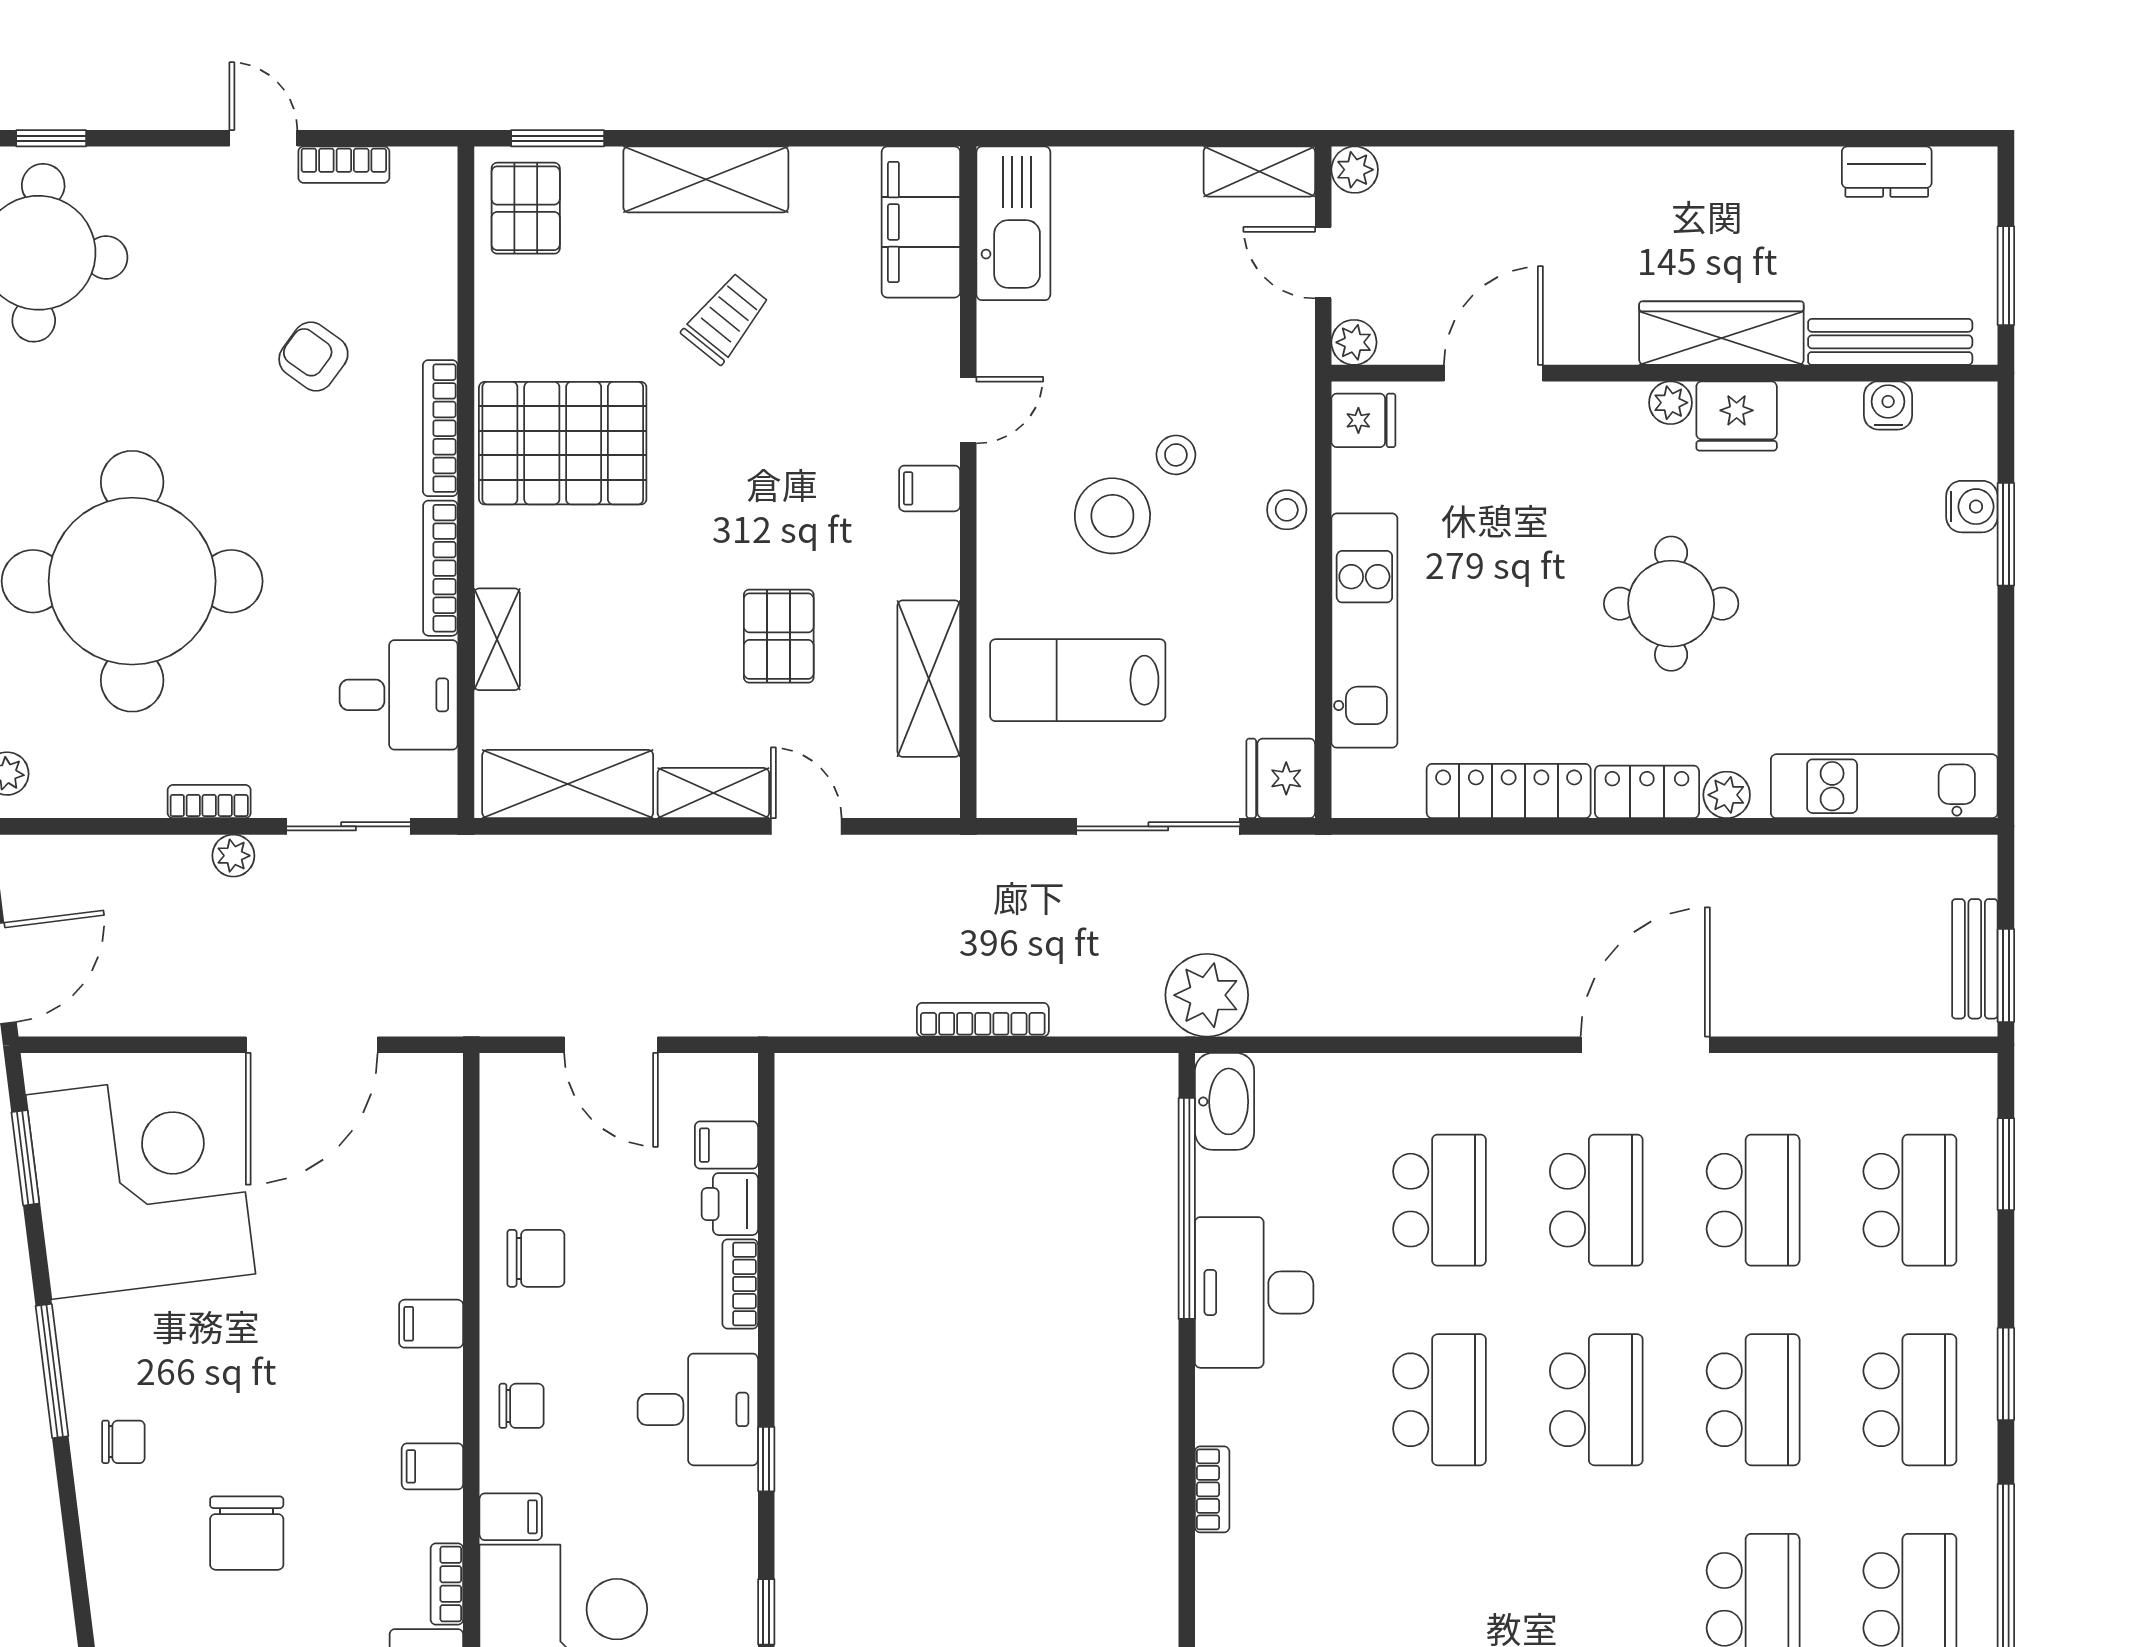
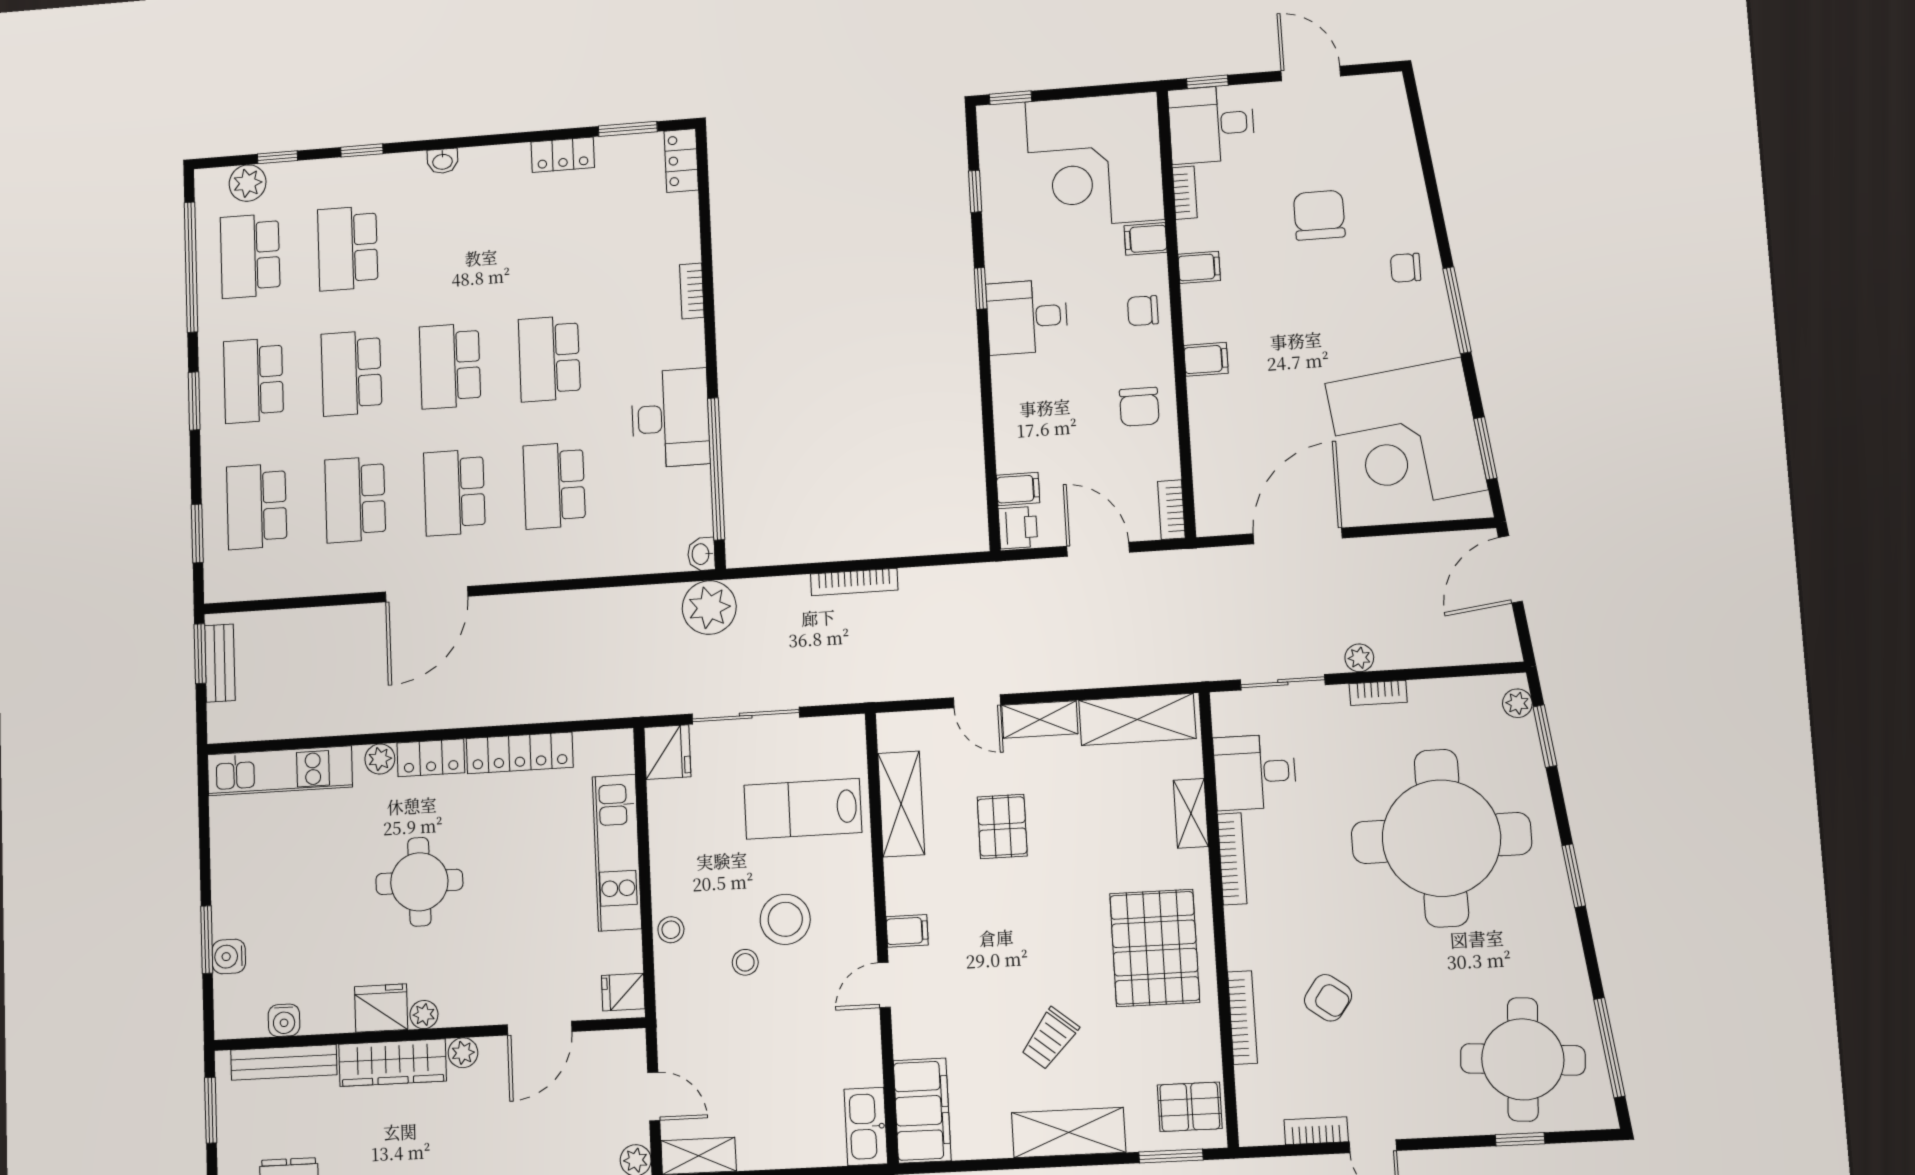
pallet: (526, 208) -> (1190, 1107), turned 90
kitchen sink: (1013, 223) -> (866, 1126), width x0.73, depth x0.81
plant: (1354, 342) -> (463, 1053), moved
bookcase: (440, 428) -> (1242, 1018), moved
pallet: (563, 443) -> (1155, 948), turned 90
lab bench: (1078, 680) -> (803, 809), turned 180
washbasin: (1225, 1101) -> (701, 554), width x0.52, depth x0.69
printer: (730, 1204) -> (1018, 528), moved
chair: (536, 1258) -> (1139, 407), turned -90
bookcase: (740, 1284) -> (1171, 510), moved, turned 180

